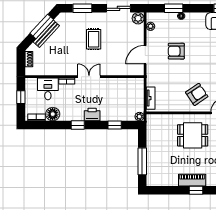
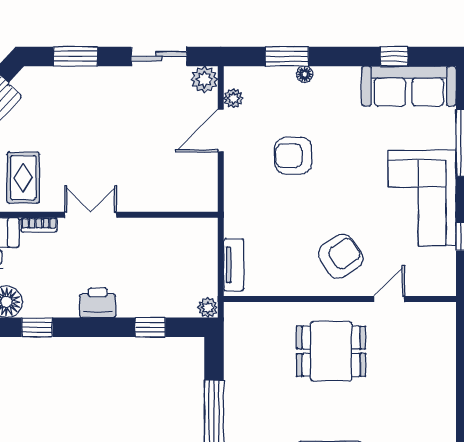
rug: (94, 39) -> (23, 178), moved
door: (145, 55) -> (221, 131), moved
window: (78, 125) -> (37, 327), moved

